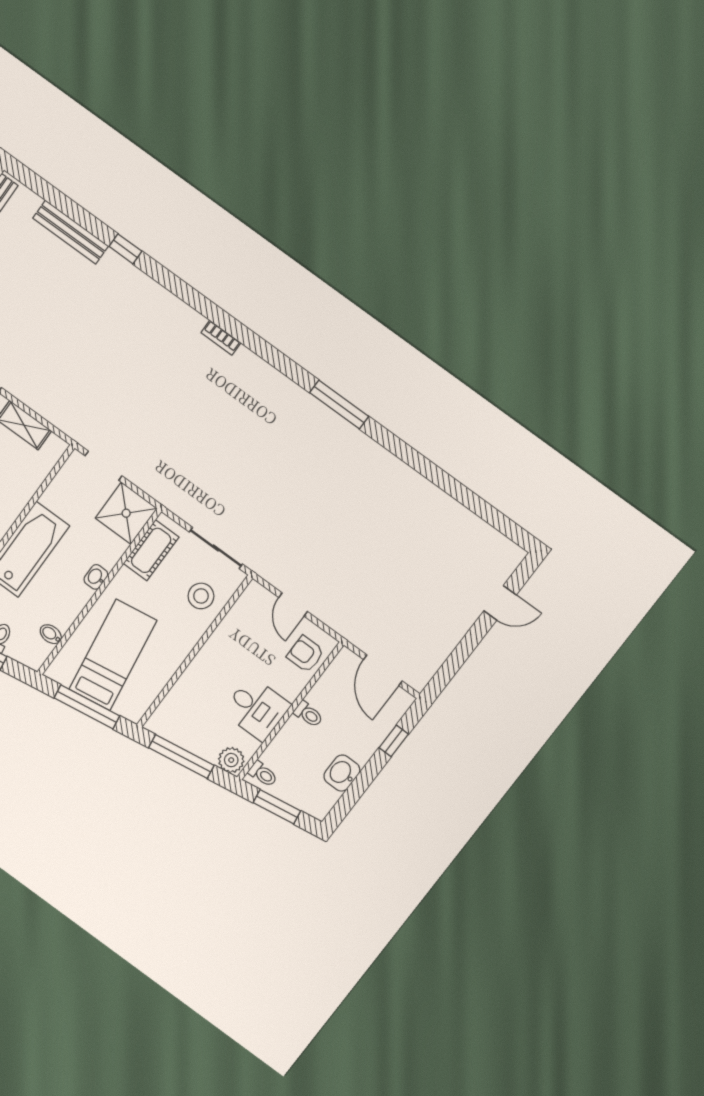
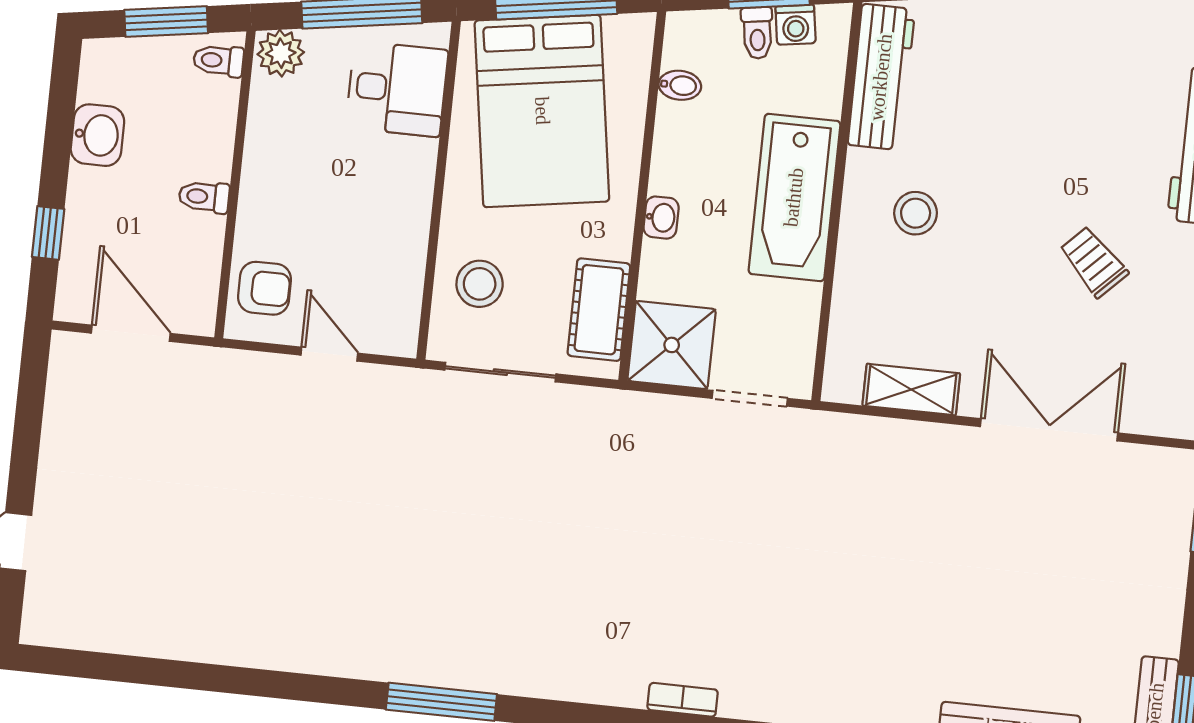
bed: (113, 655) -> (542, 111), width x1.50
desk: (256, 708) -> (397, 89), moved, turned 180

